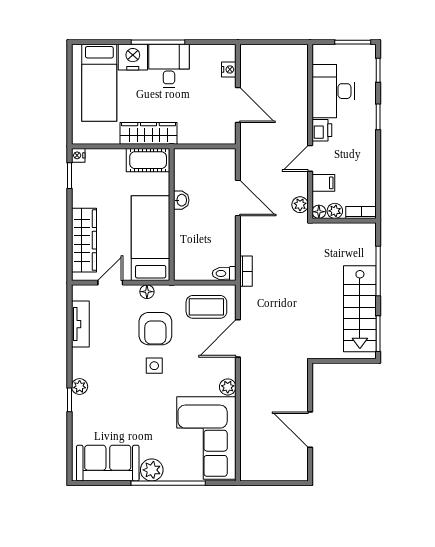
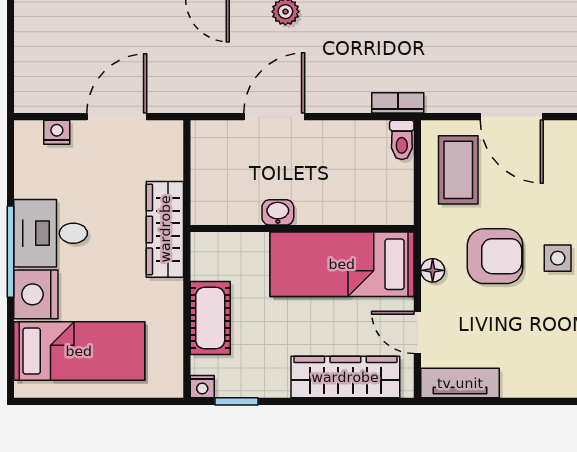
wardrobe: (149, 133) -> (165, 229), moved
cot: (148, 160) -> (210, 318), moved
tv unit: (80, 324) -> (460, 383), moved

